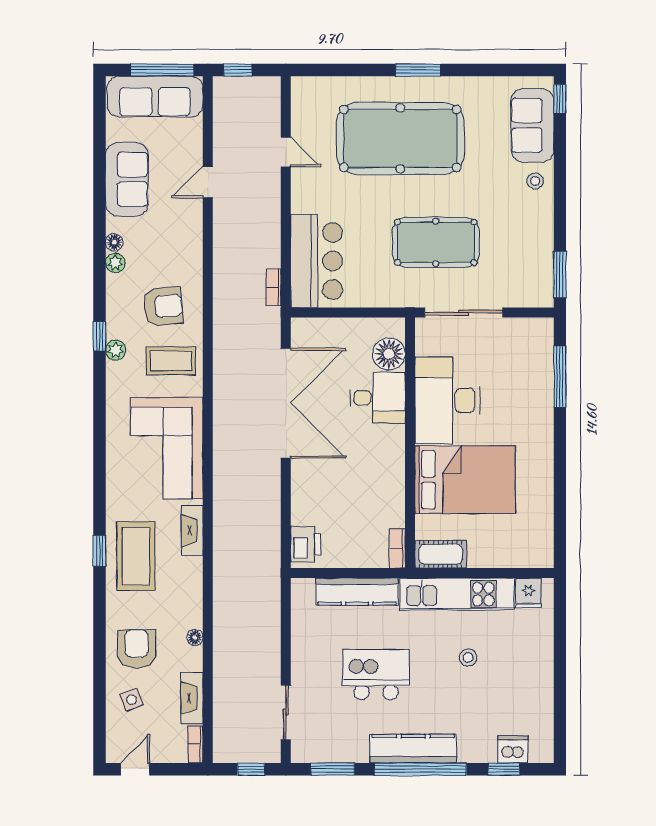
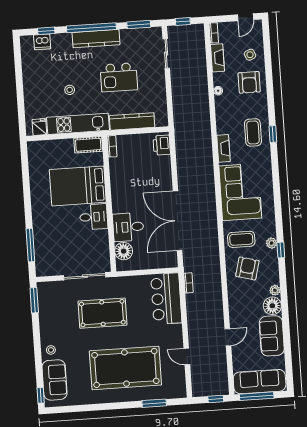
window: (418, 70) -> (154, 403), moved
floor lamp: (114, 242) -> (272, 306), width x1.89, depth x1.89
armchair: (163, 306) -> (247, 268), turned 111
desk: (447, 400) -> (94, 217), width x0.53, depth x0.77
coffee table: (136, 556) -> (253, 132), width x0.73, depth x0.76

